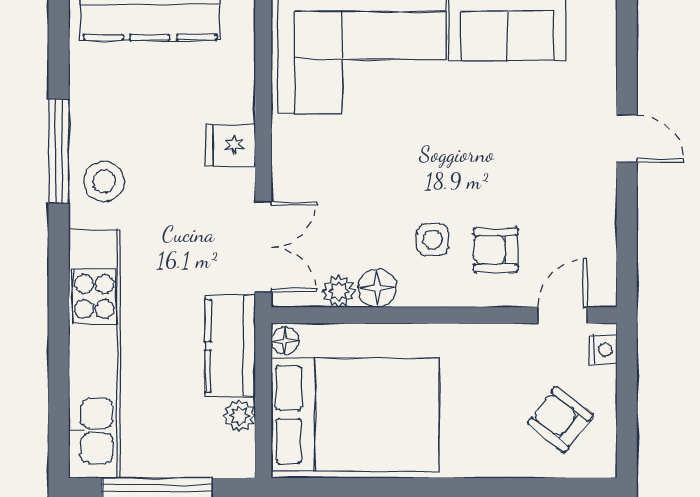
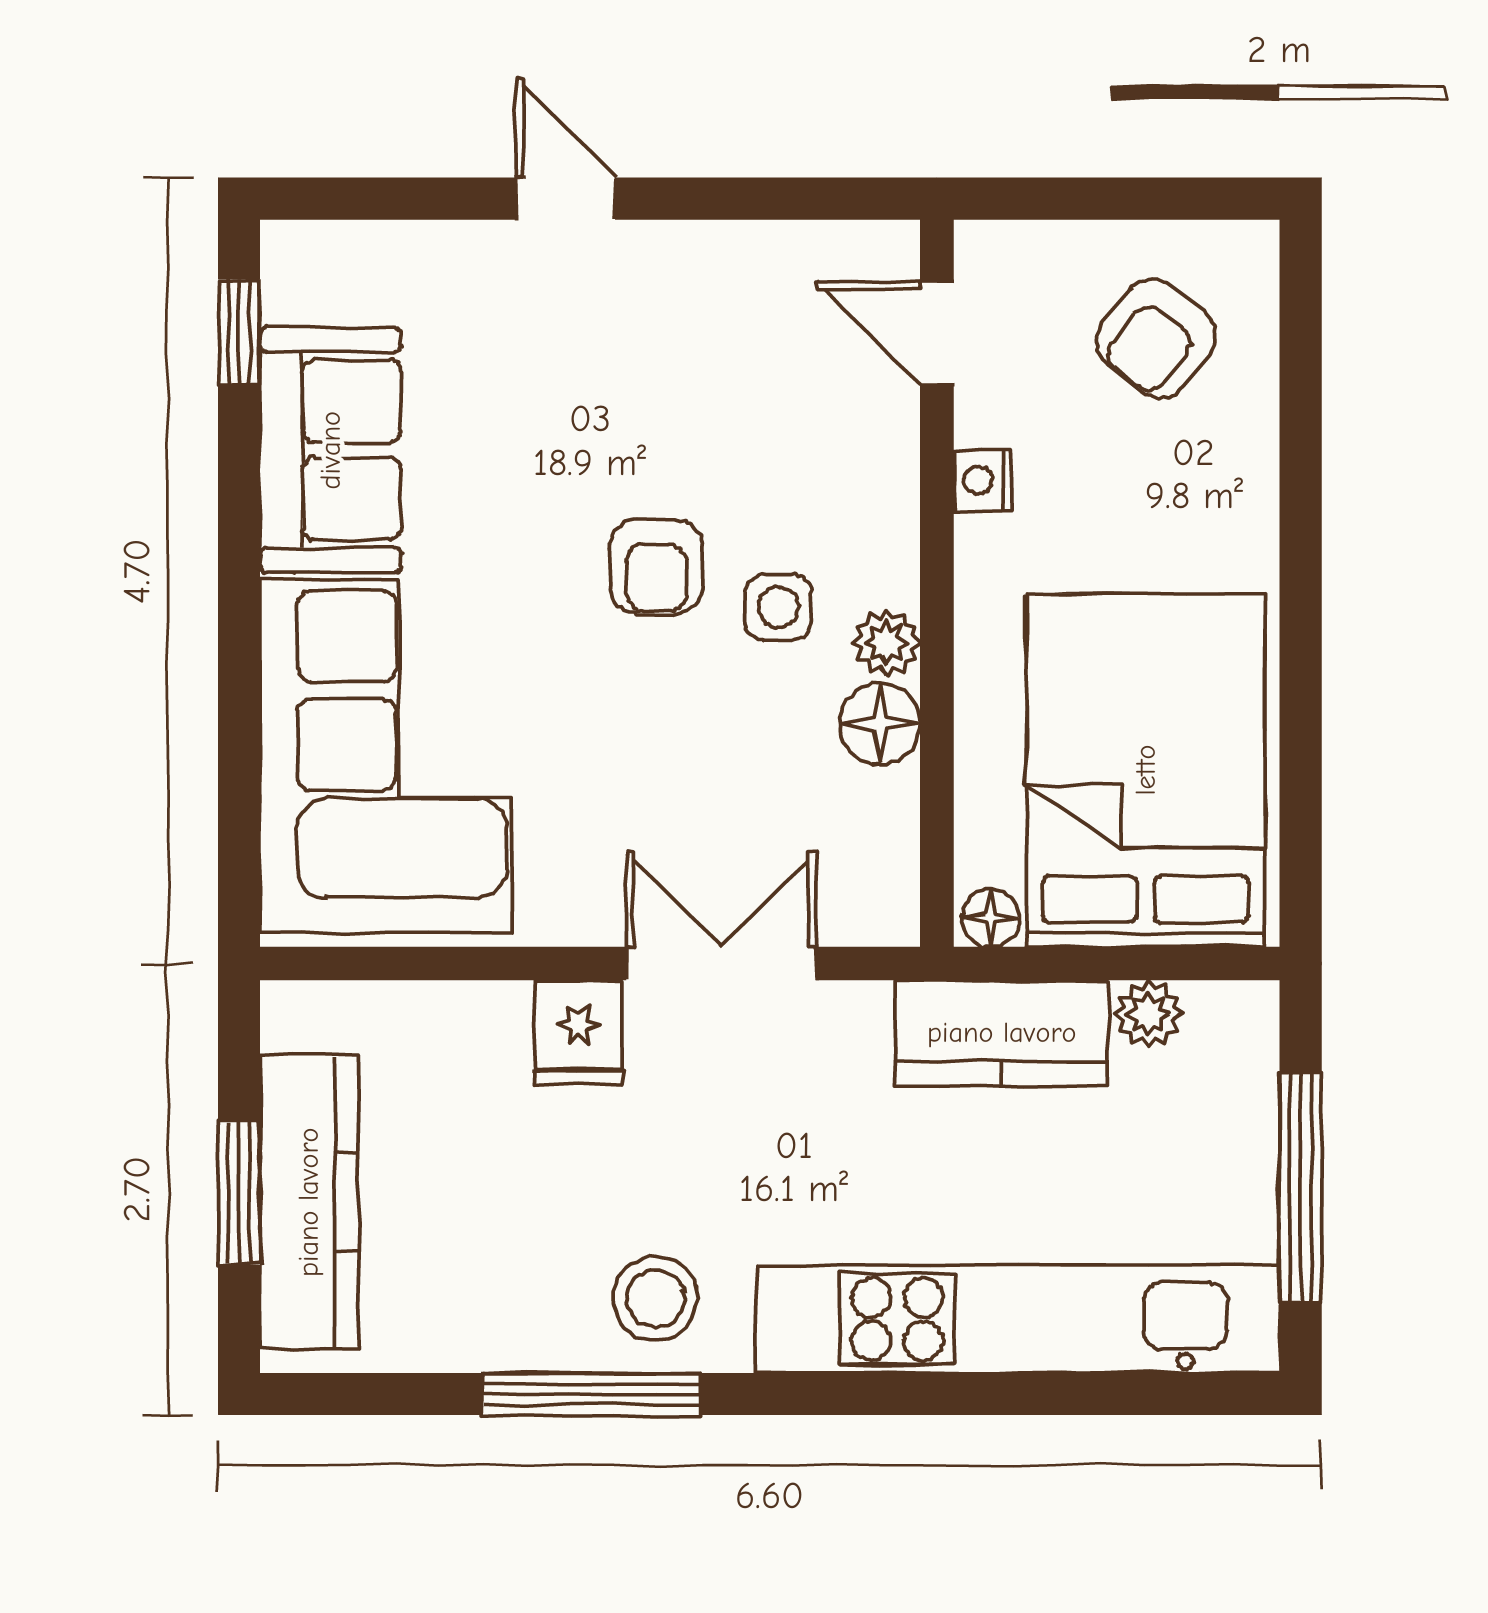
door: (627, 139) -> (565, 199), hinge flipped
double door: (263, 247) -> (721, 964), moved
armchair: (496, 250) -> (656, 567), moved
plant: (339, 291) -> (887, 643), moved
nightstand: (603, 350) -> (983, 480), moved, turned -90

